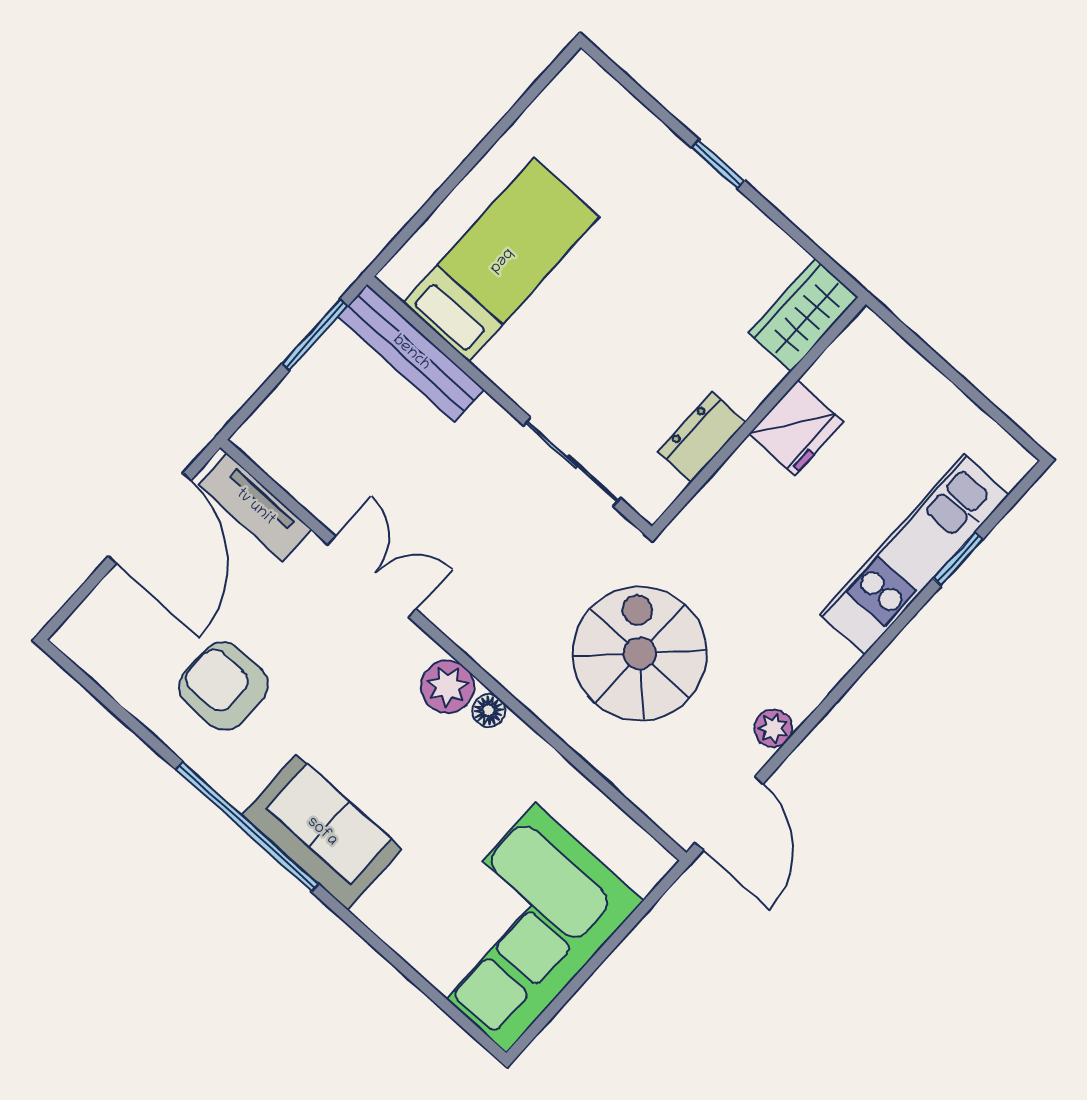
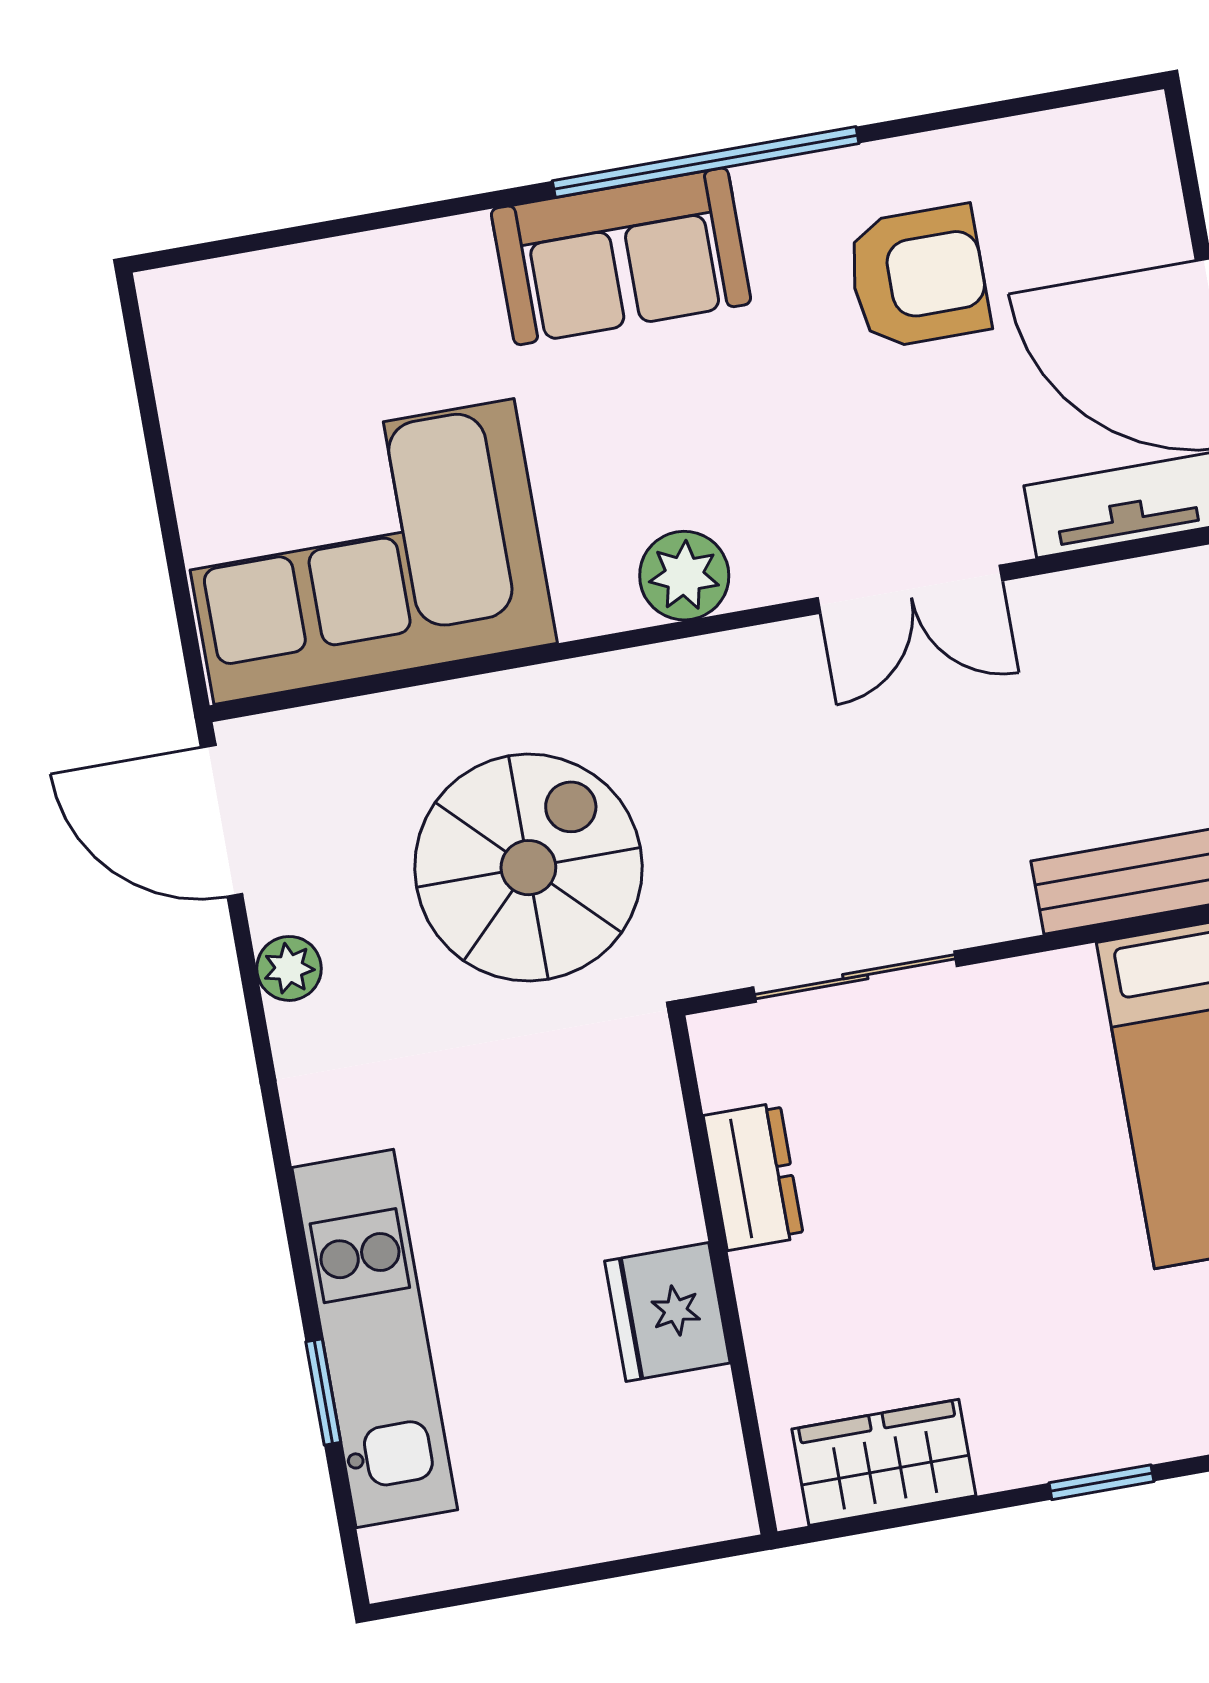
wardrobe: (803, 315) -> (884, 1462), moved, turned -90
spiral stairs: (640, 653) -> (528, 868), turned -90
floor lamp: (489, 711) -> (609, 606), removed
corner sofa: (521, 928) -> (364, 552), moved, turned -90

